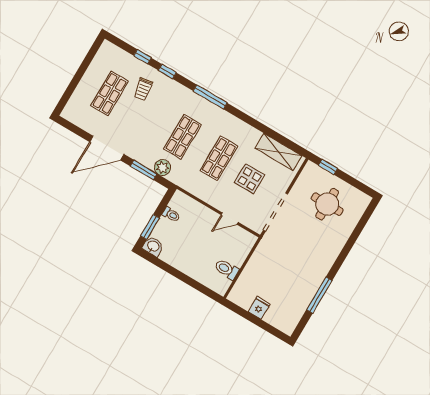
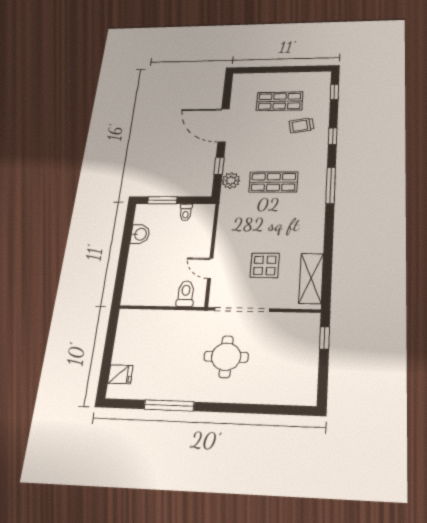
window: (143, 57) -> (334, 92), moved
shop shelf: (219, 158) -> (270, 226), removed
window: (144, 170) -> (219, 166), width x0.67
round table: (327, 204) -> (226, 357), moved
washbasin: (153, 246) -> (140, 234), moved
toilet: (227, 269) -> (186, 294), moved
fridge: (259, 308) -> (120, 374), moved

